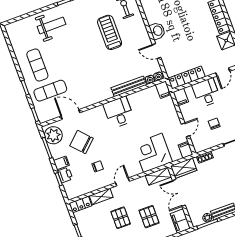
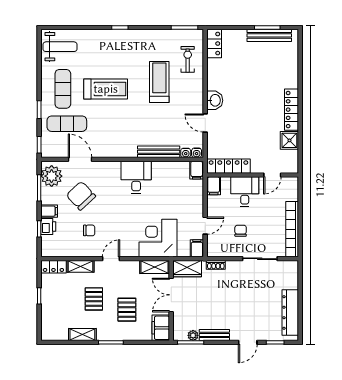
weight bench: (52, 25) -> (60, 47), moved
treadmill: (70, 53) -> (106, 89), added

